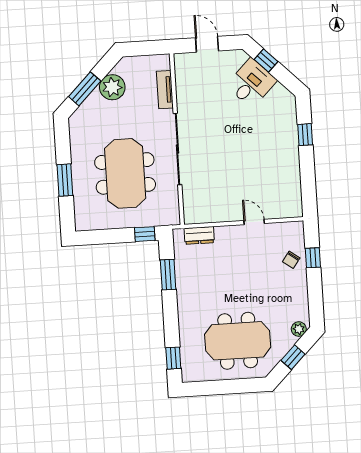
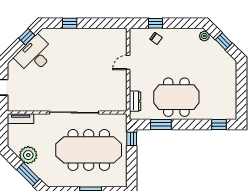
window: (266, 60) -> (27, 37), moved
desk: (251, 83) -> (35, 55), width x1.37
tv unit: (165, 90) -> (21, 119), moved
meeting table: (125, 173) -> (89, 150), width x1.36
meeting table: (238, 341) -> (176, 97), moved, turned 90

